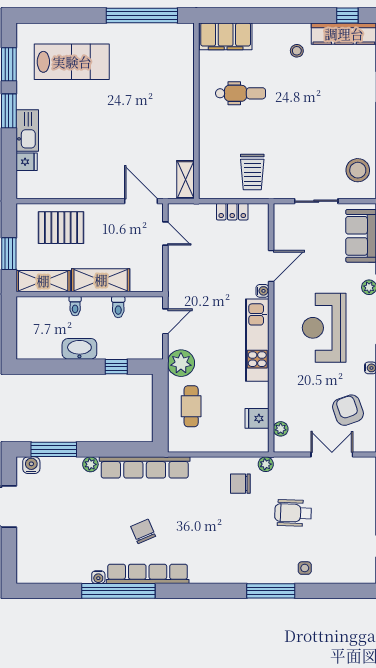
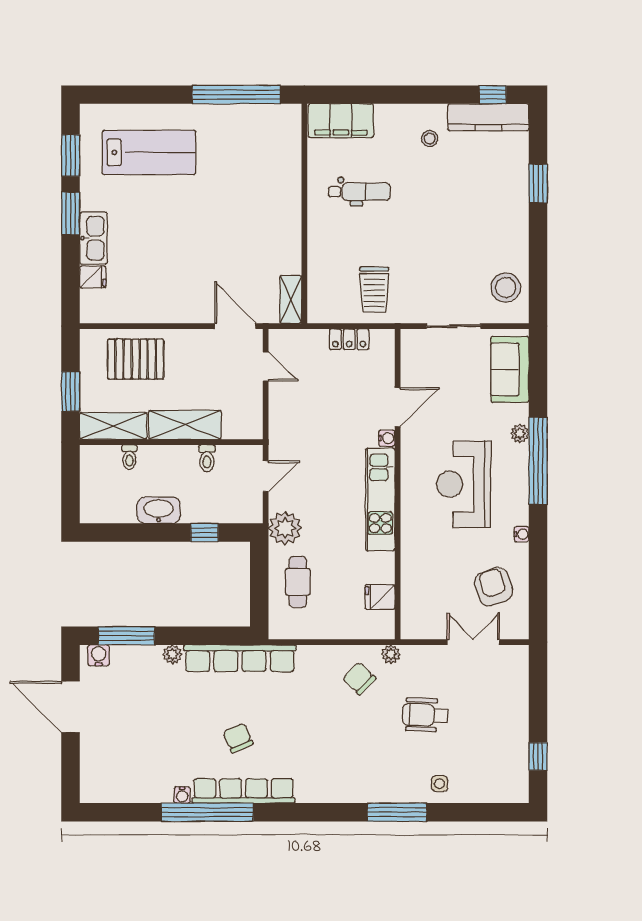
toilet: (75, 306) -> (129, 457), moved
plant: (281, 429) -> (409, 610), removed
chair: (240, 484) -> (359, 678), turned 44

